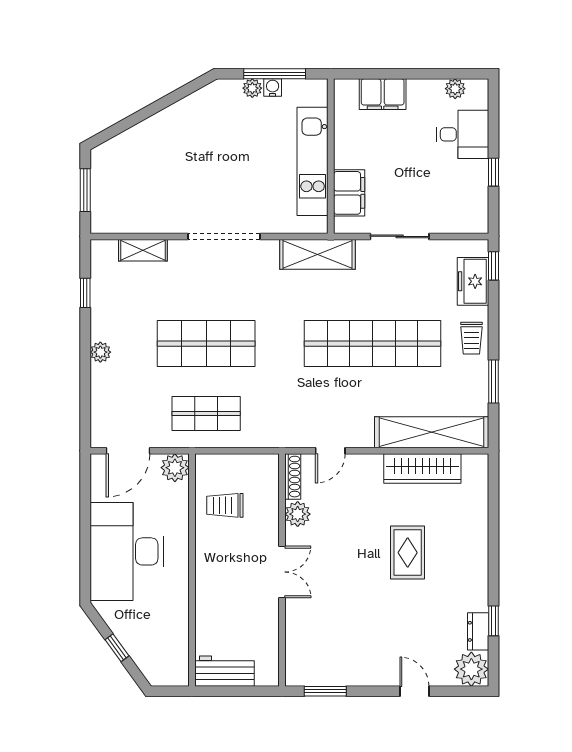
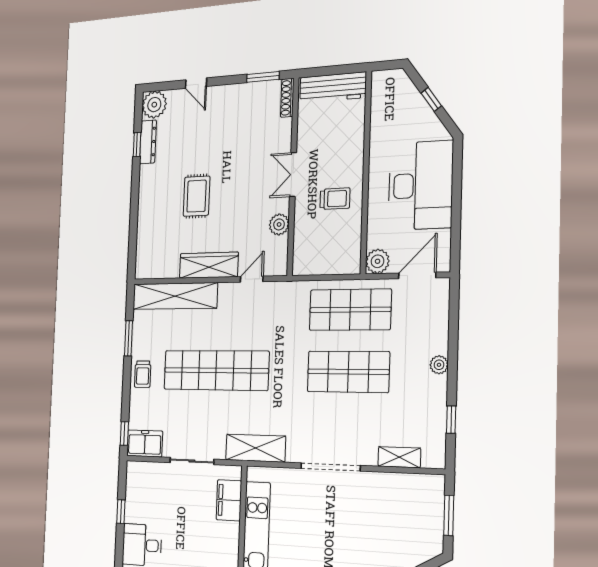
freezer: (473, 281) -> (145, 443), moved, turned -90
trolley: (471, 338) -> (143, 374), turned 180
shop shelf: (206, 414) -> (350, 310), width x1.43, depth x1.36
wardrobe: (422, 469) -> (209, 265), moved
shoe rack: (293, 477) -> (287, 98), moved
trolley: (225, 505) -> (335, 199), moved
dresser: (478, 631) -> (148, 142), width x1.44
workbench: (225, 671) -> (333, 87), width x1.38

